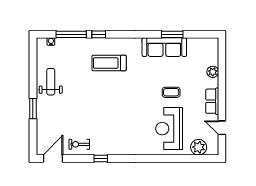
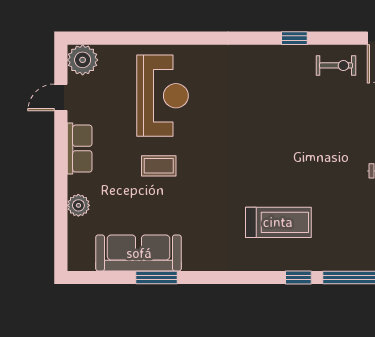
sofa: (164, 47) -> (139, 253), moved
door: (222, 128) -> (61, 97), swing flipped
plant: (199, 147) -> (83, 60), moved

